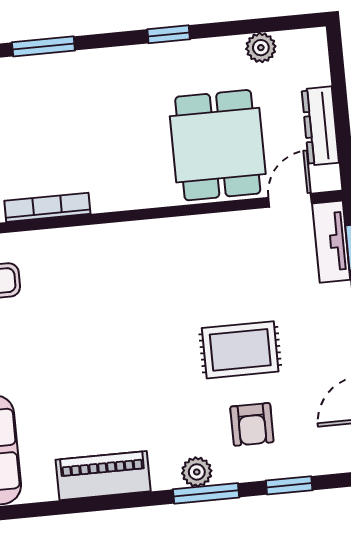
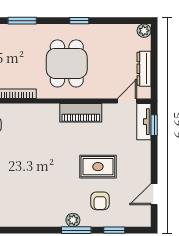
plant: (261, 48) -> (144, 31), moved
dining table: (218, 145) -> (67, 63), moved
piano: (103, 476) -> (81, 113), moved, turned 180

